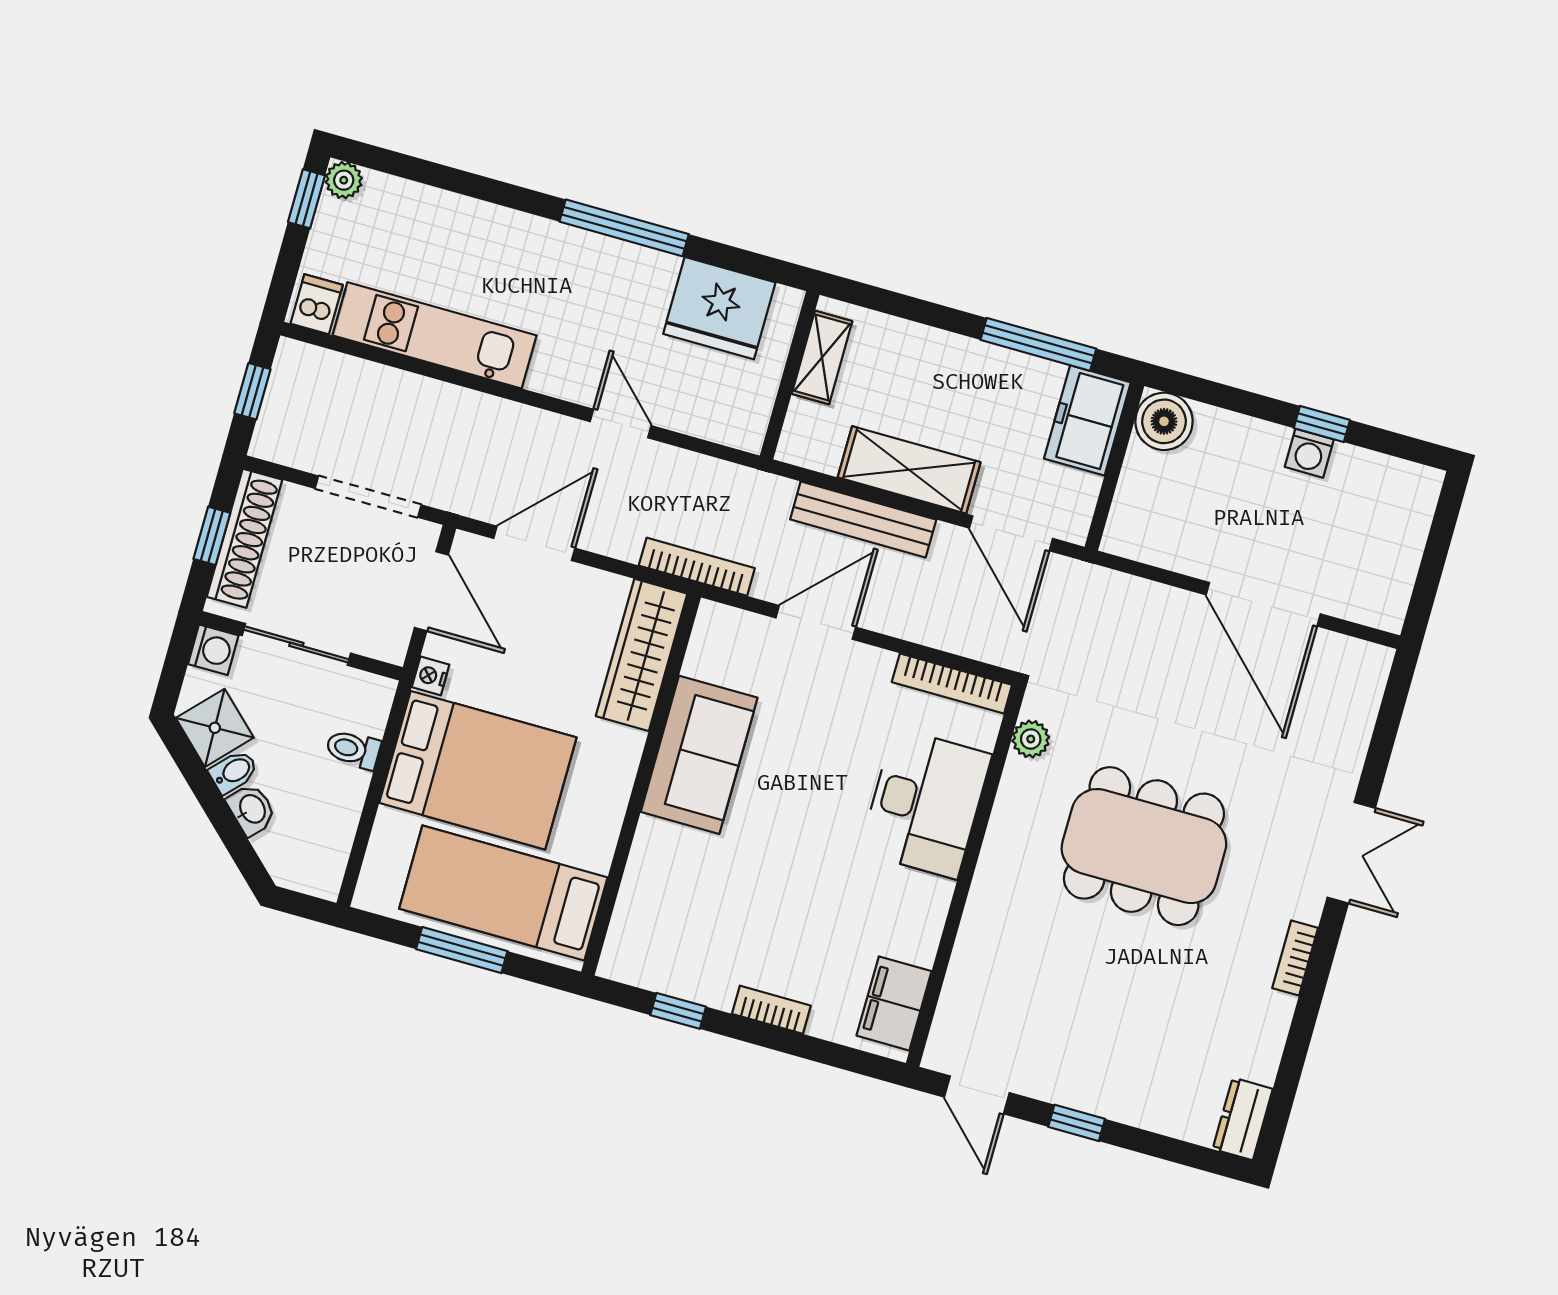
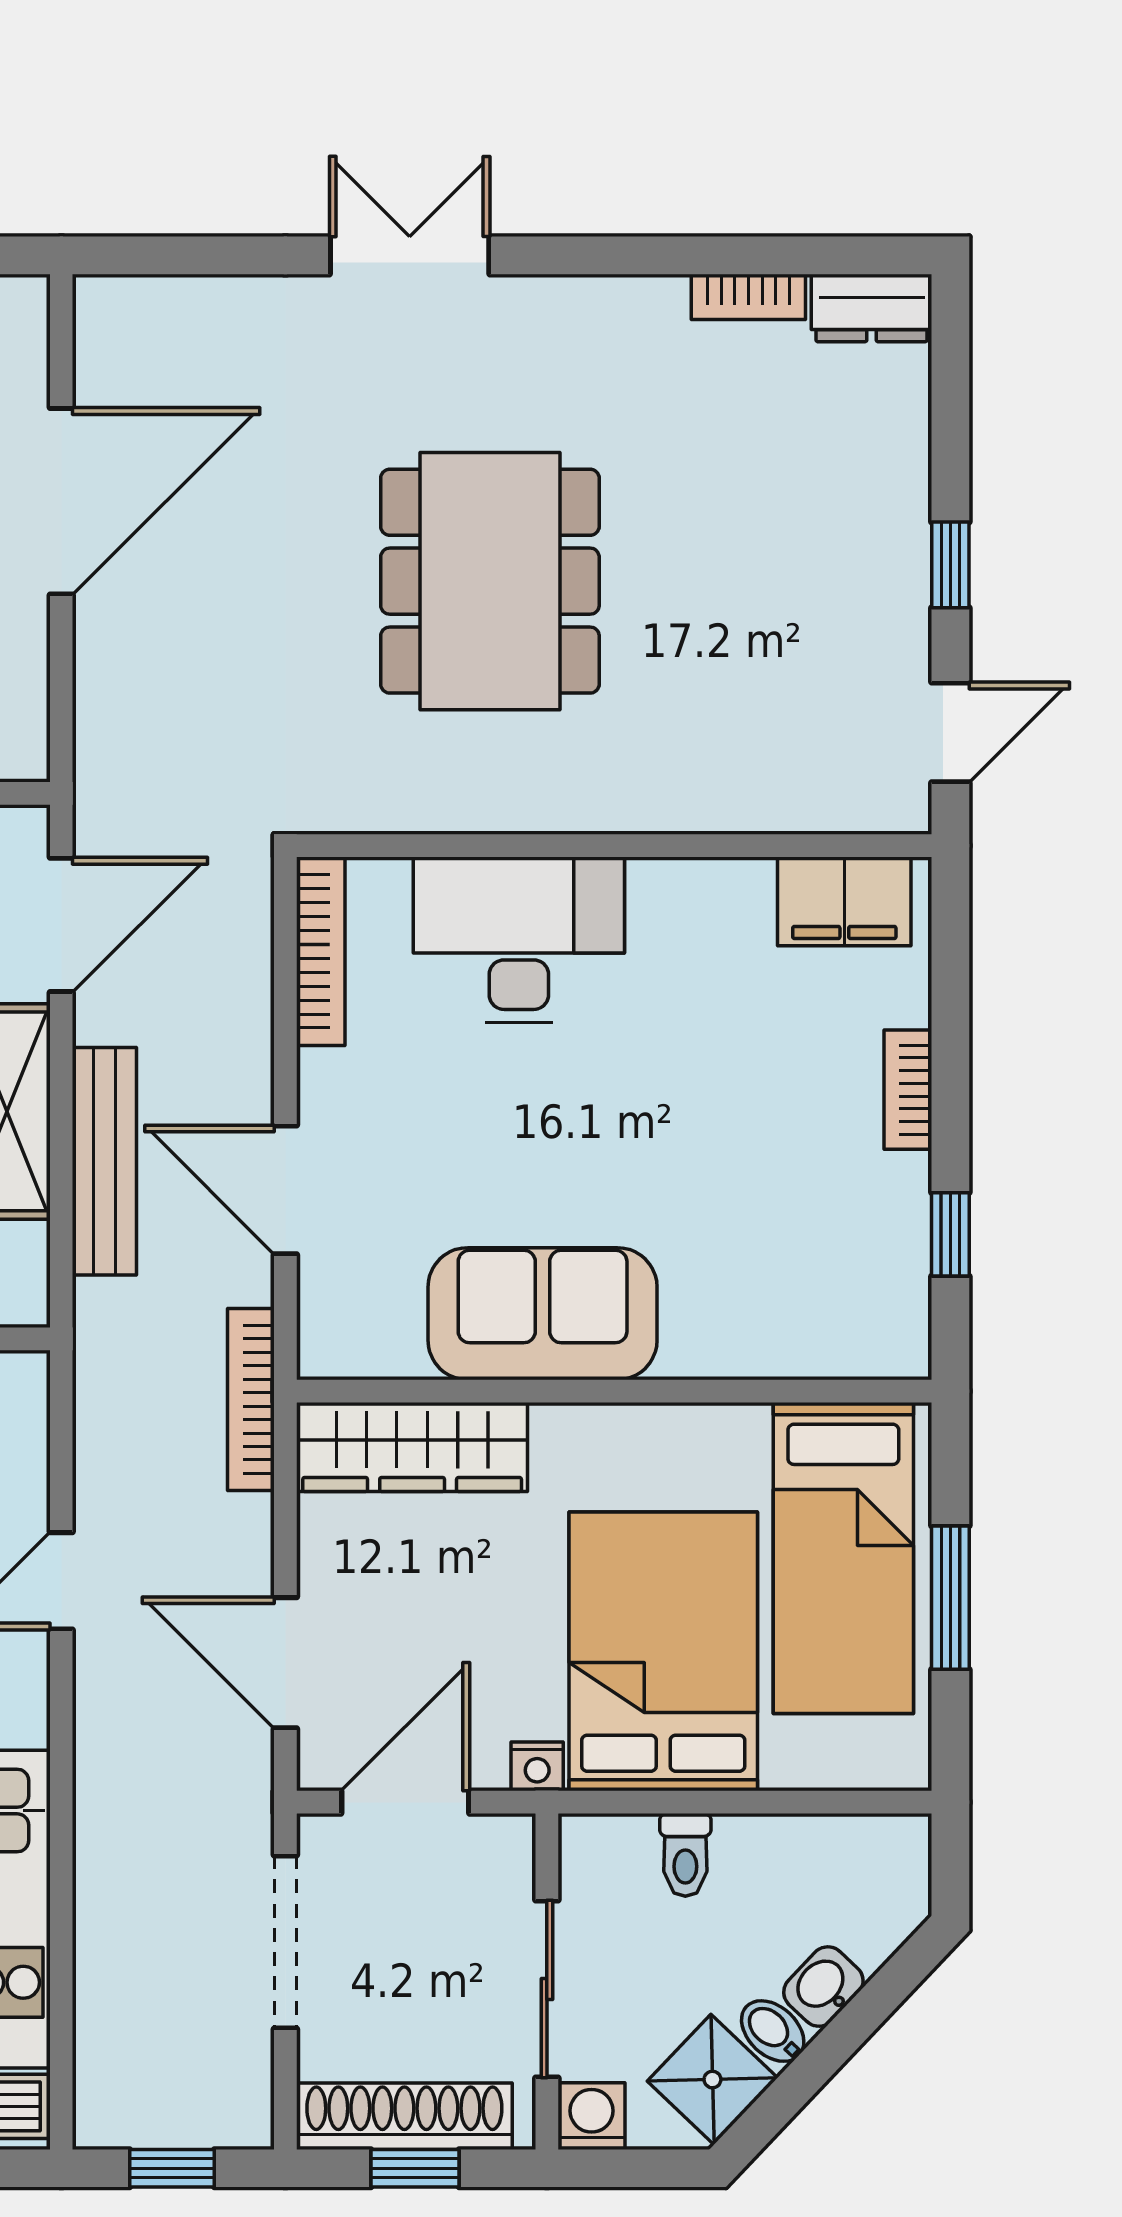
plant: (1031, 739) -> (373, 804), removed
bookcase: (1295, 958) -> (748, 297), moved

